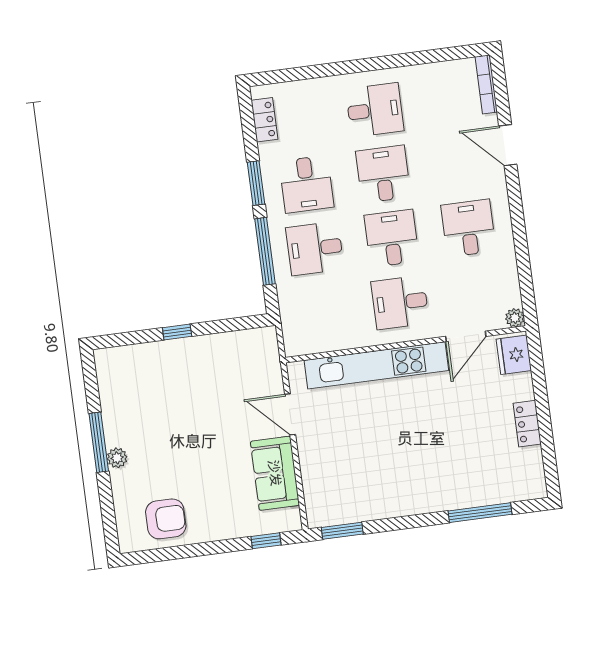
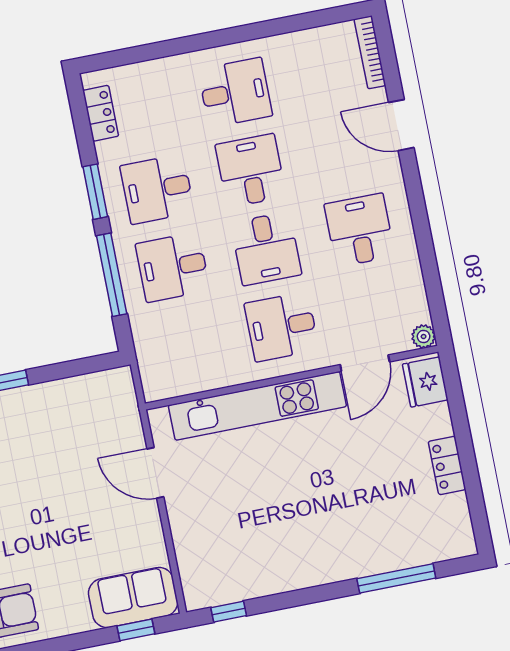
desk: (306, 184) -> (157, 189), turned 90
desk: (392, 238) -> (266, 249), turned 180
sofa: (275, 473) -> (133, 598), moved, turned 90
window: (342, 531) -> (229, 612), width x0.67

